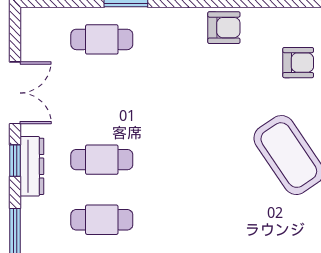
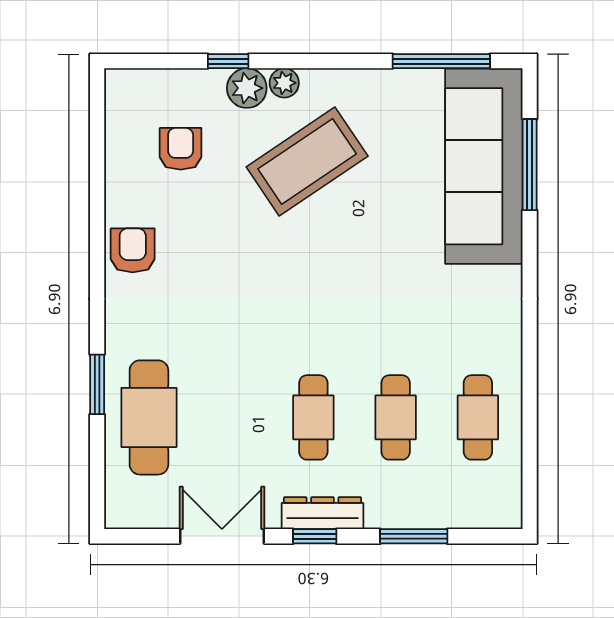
cafe table: (102, 39) -> (149, 417), width x1.37, depth x1.35

